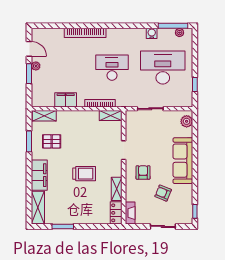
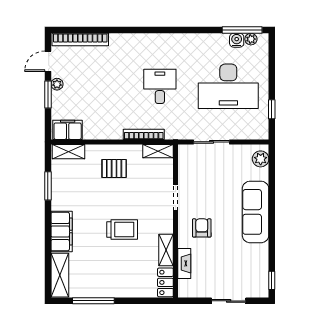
bookcase: (85, 33) -> (80, 40), moved
water cooler: (152, 33) -> (237, 40), moved
door: (29, 49) -> (48, 61), swing flipped
desk: (112, 68) -> (160, 86), width x0.73
desk: (163, 68) -> (228, 86), turned 180
filing cabinet: (66, 100) -> (68, 130), moved
pallet: (52, 141) -> (114, 168), moved
armchair: (163, 193) -> (229, 256), removed
fireplace: (130, 213) -> (184, 263), moved
window: (63, 226) -> (93, 301), width x1.44

